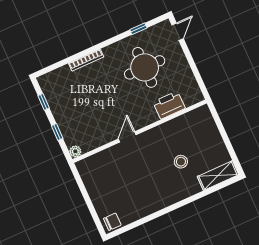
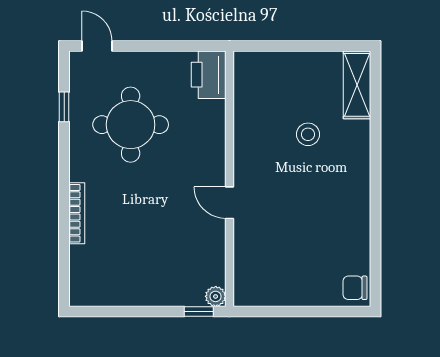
window: (44, 102) -> (113, 312), removed
printer: (169, 105) -> (209, 75), moved
window: (57, 132) -> (199, 312), moved
chair: (112, 222) -> (355, 288), turned -90

